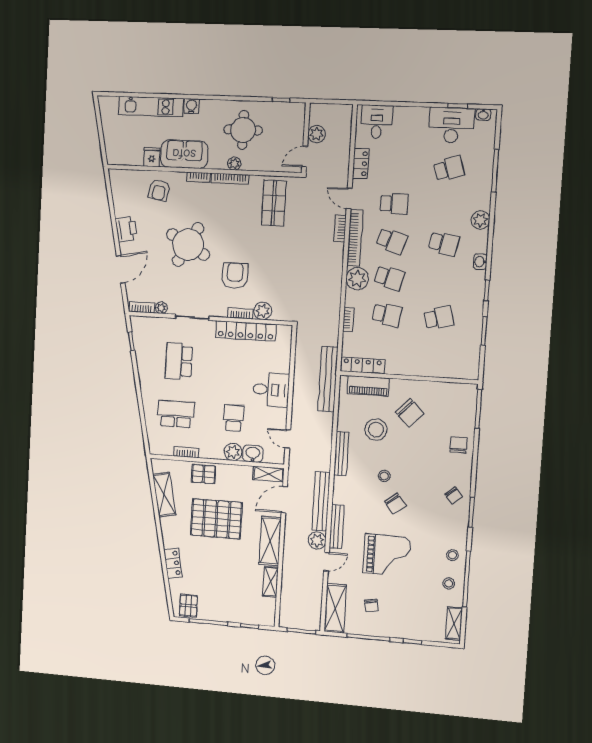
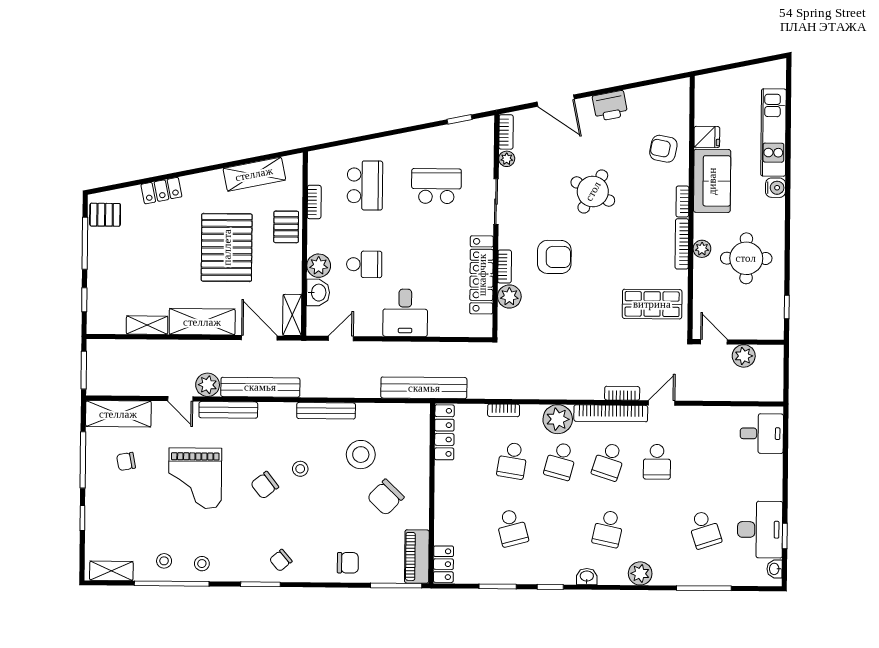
locker: (361, 164) -> (443, 564), moved, turned -90
round table: (188, 244) -> (593, 191), width x0.73, depth x0.73
piano: (368, 386) -> (417, 556), moved

